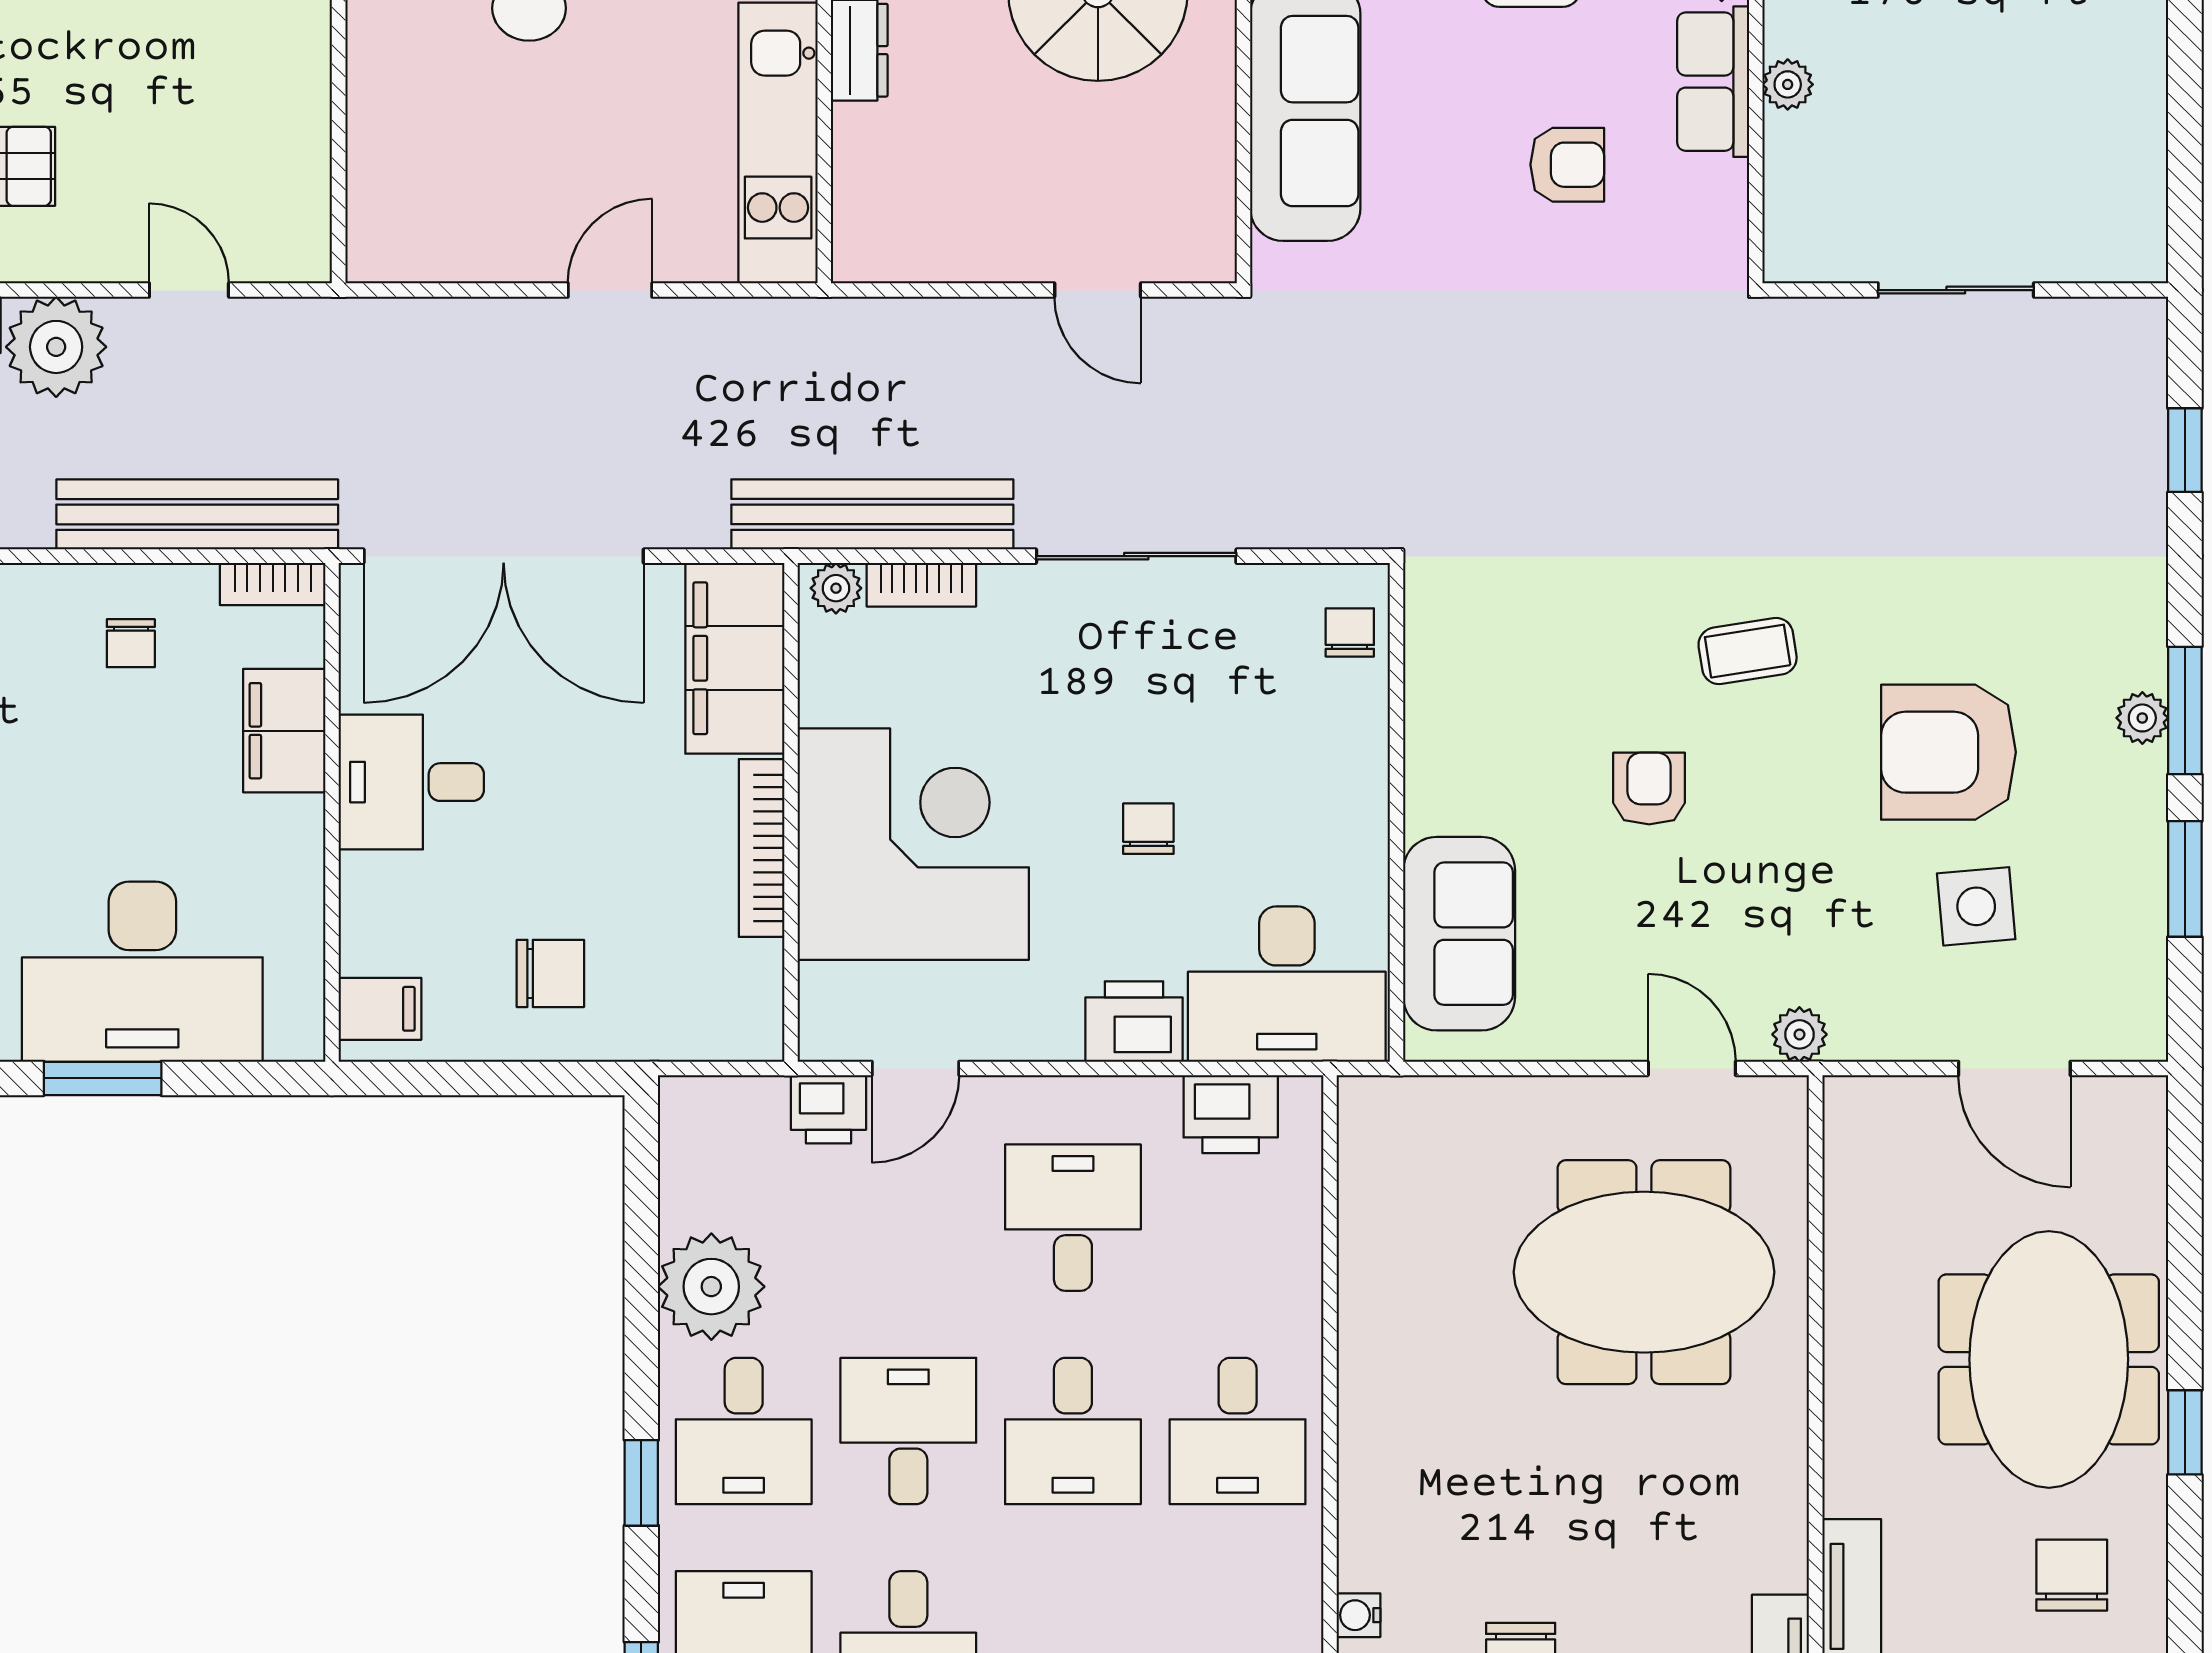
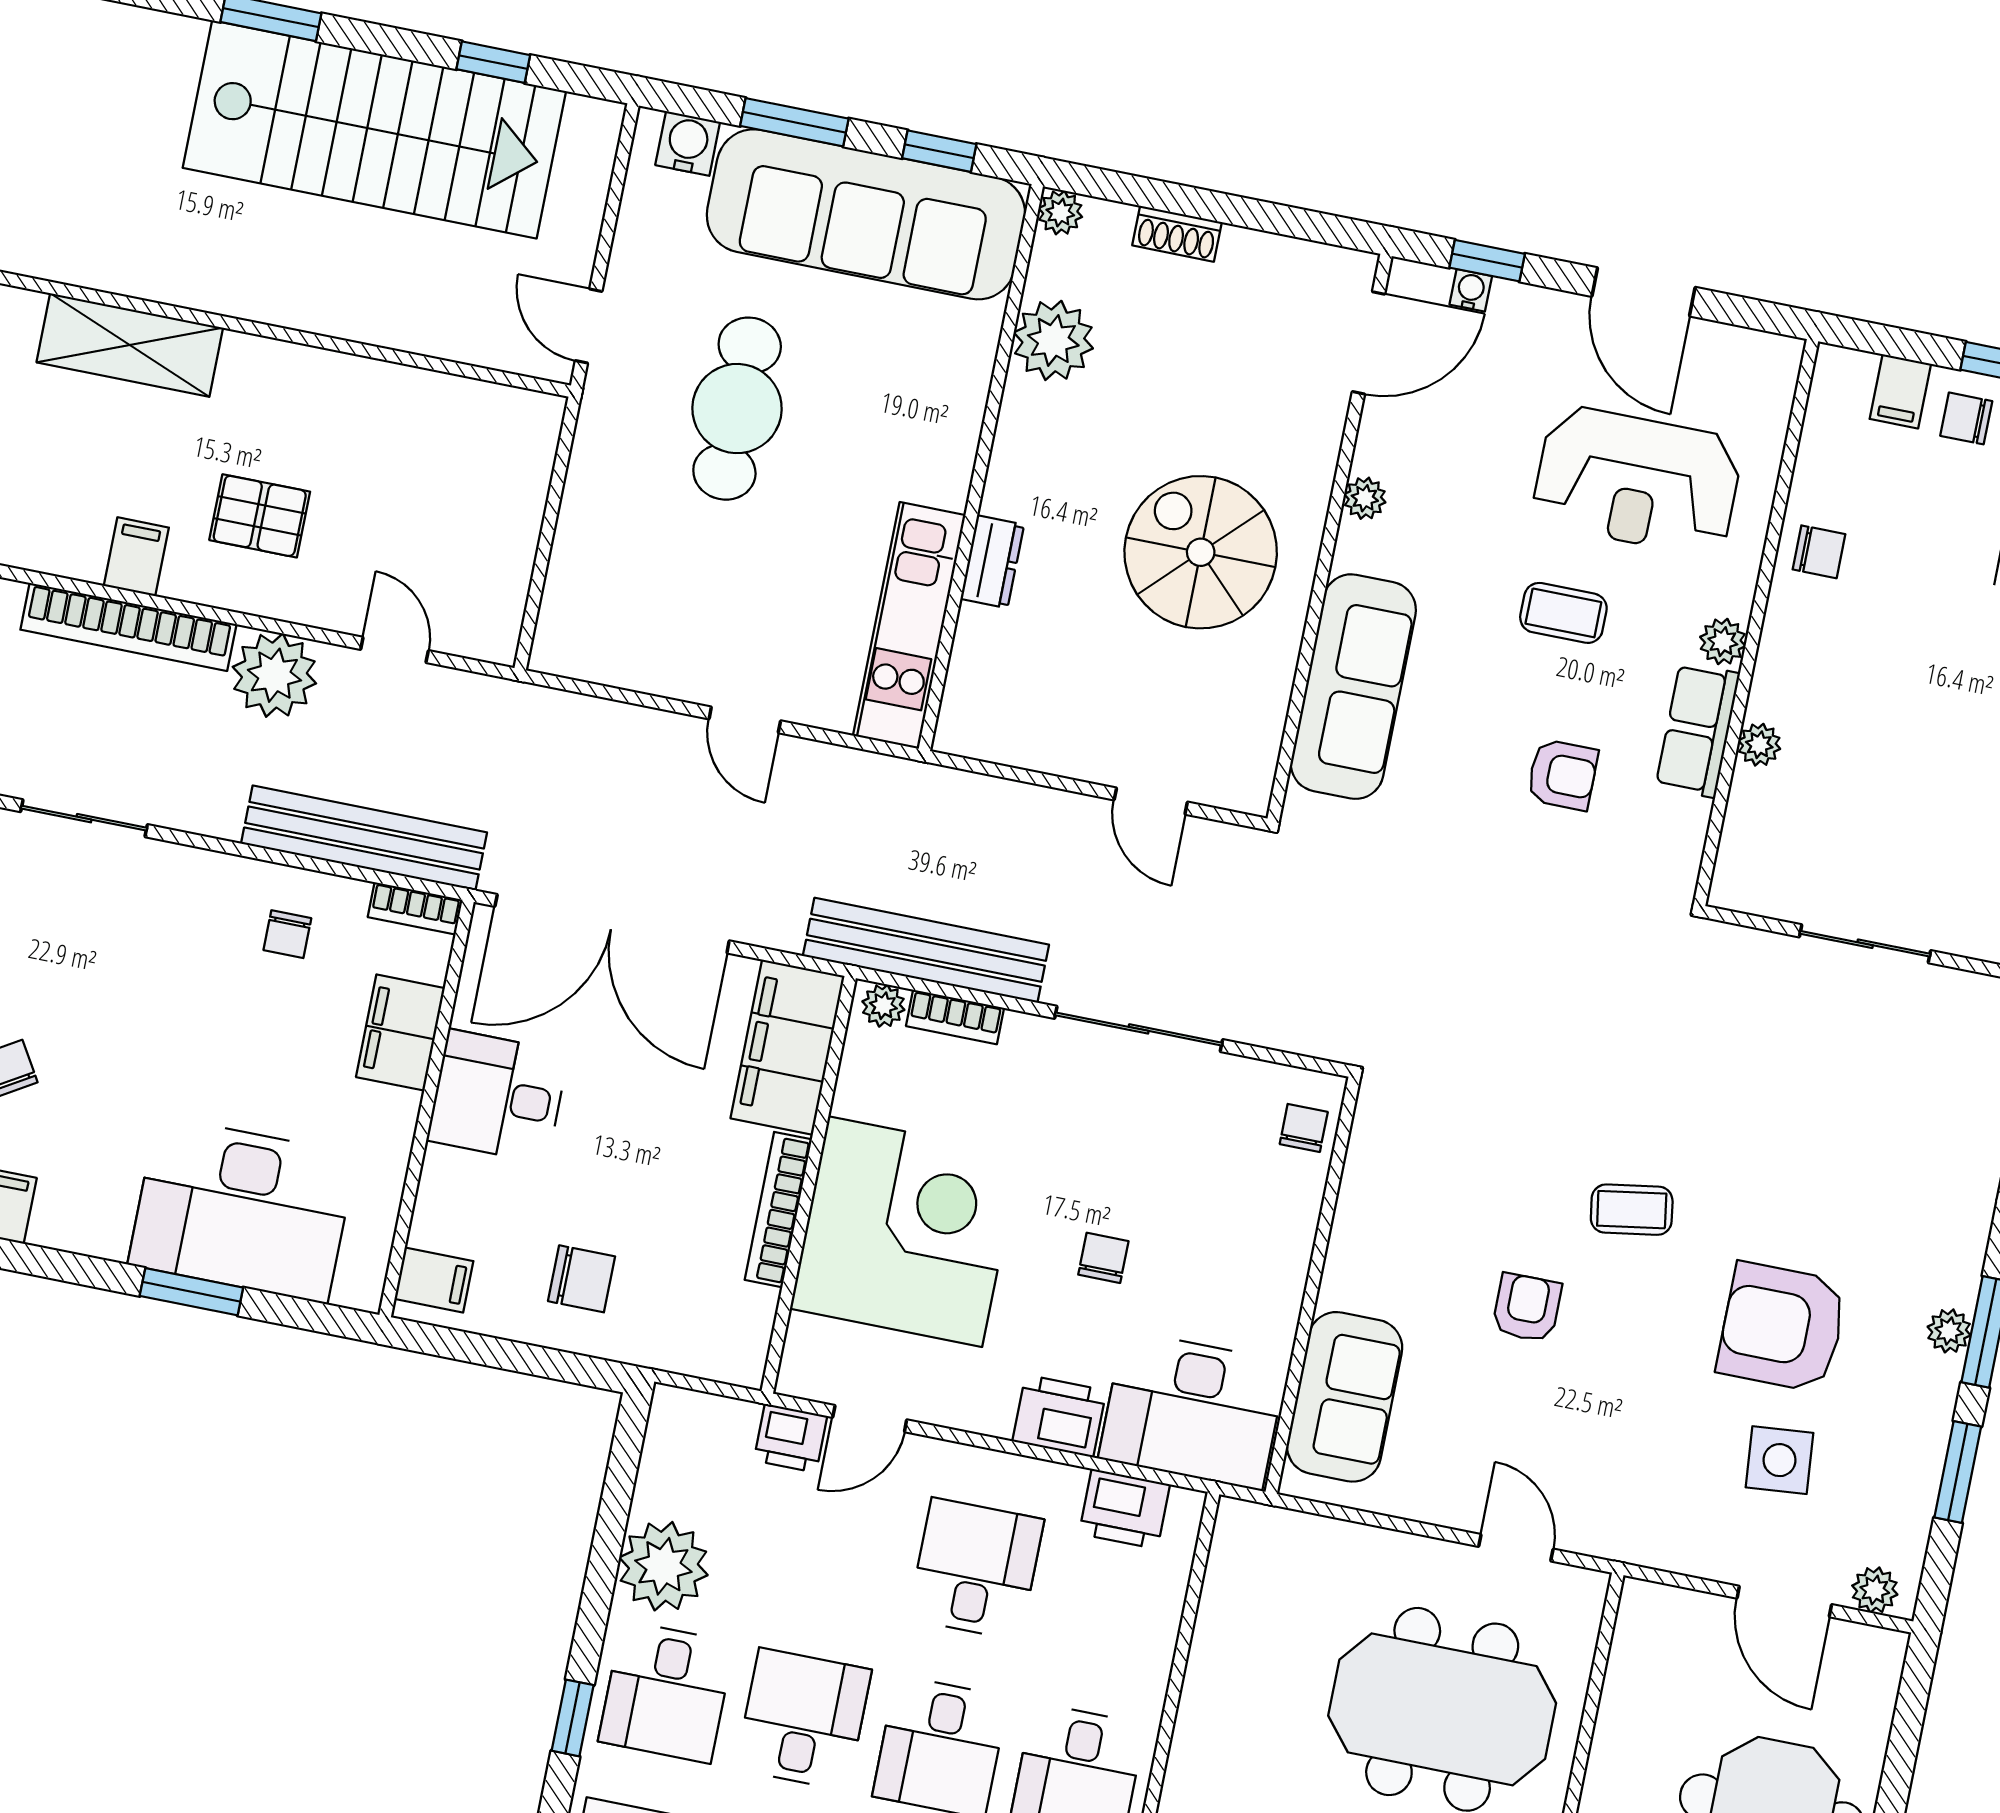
door: (610, 290) -> (745, 720), swing flipped
plant: (1799, 1034) -> (1875, 1590), moved

